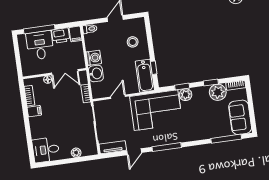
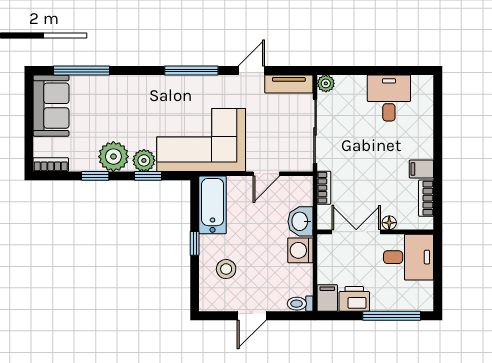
desk: (40, 45) -> (408, 257), moved, turned -90
window: (154, 68) -> (195, 243), moved
plant: (218, 92) -> (113, 157), moved
desk: (46, 150) -> (389, 98), moved, turned -90
plant: (76, 153) -> (326, 83), moved

